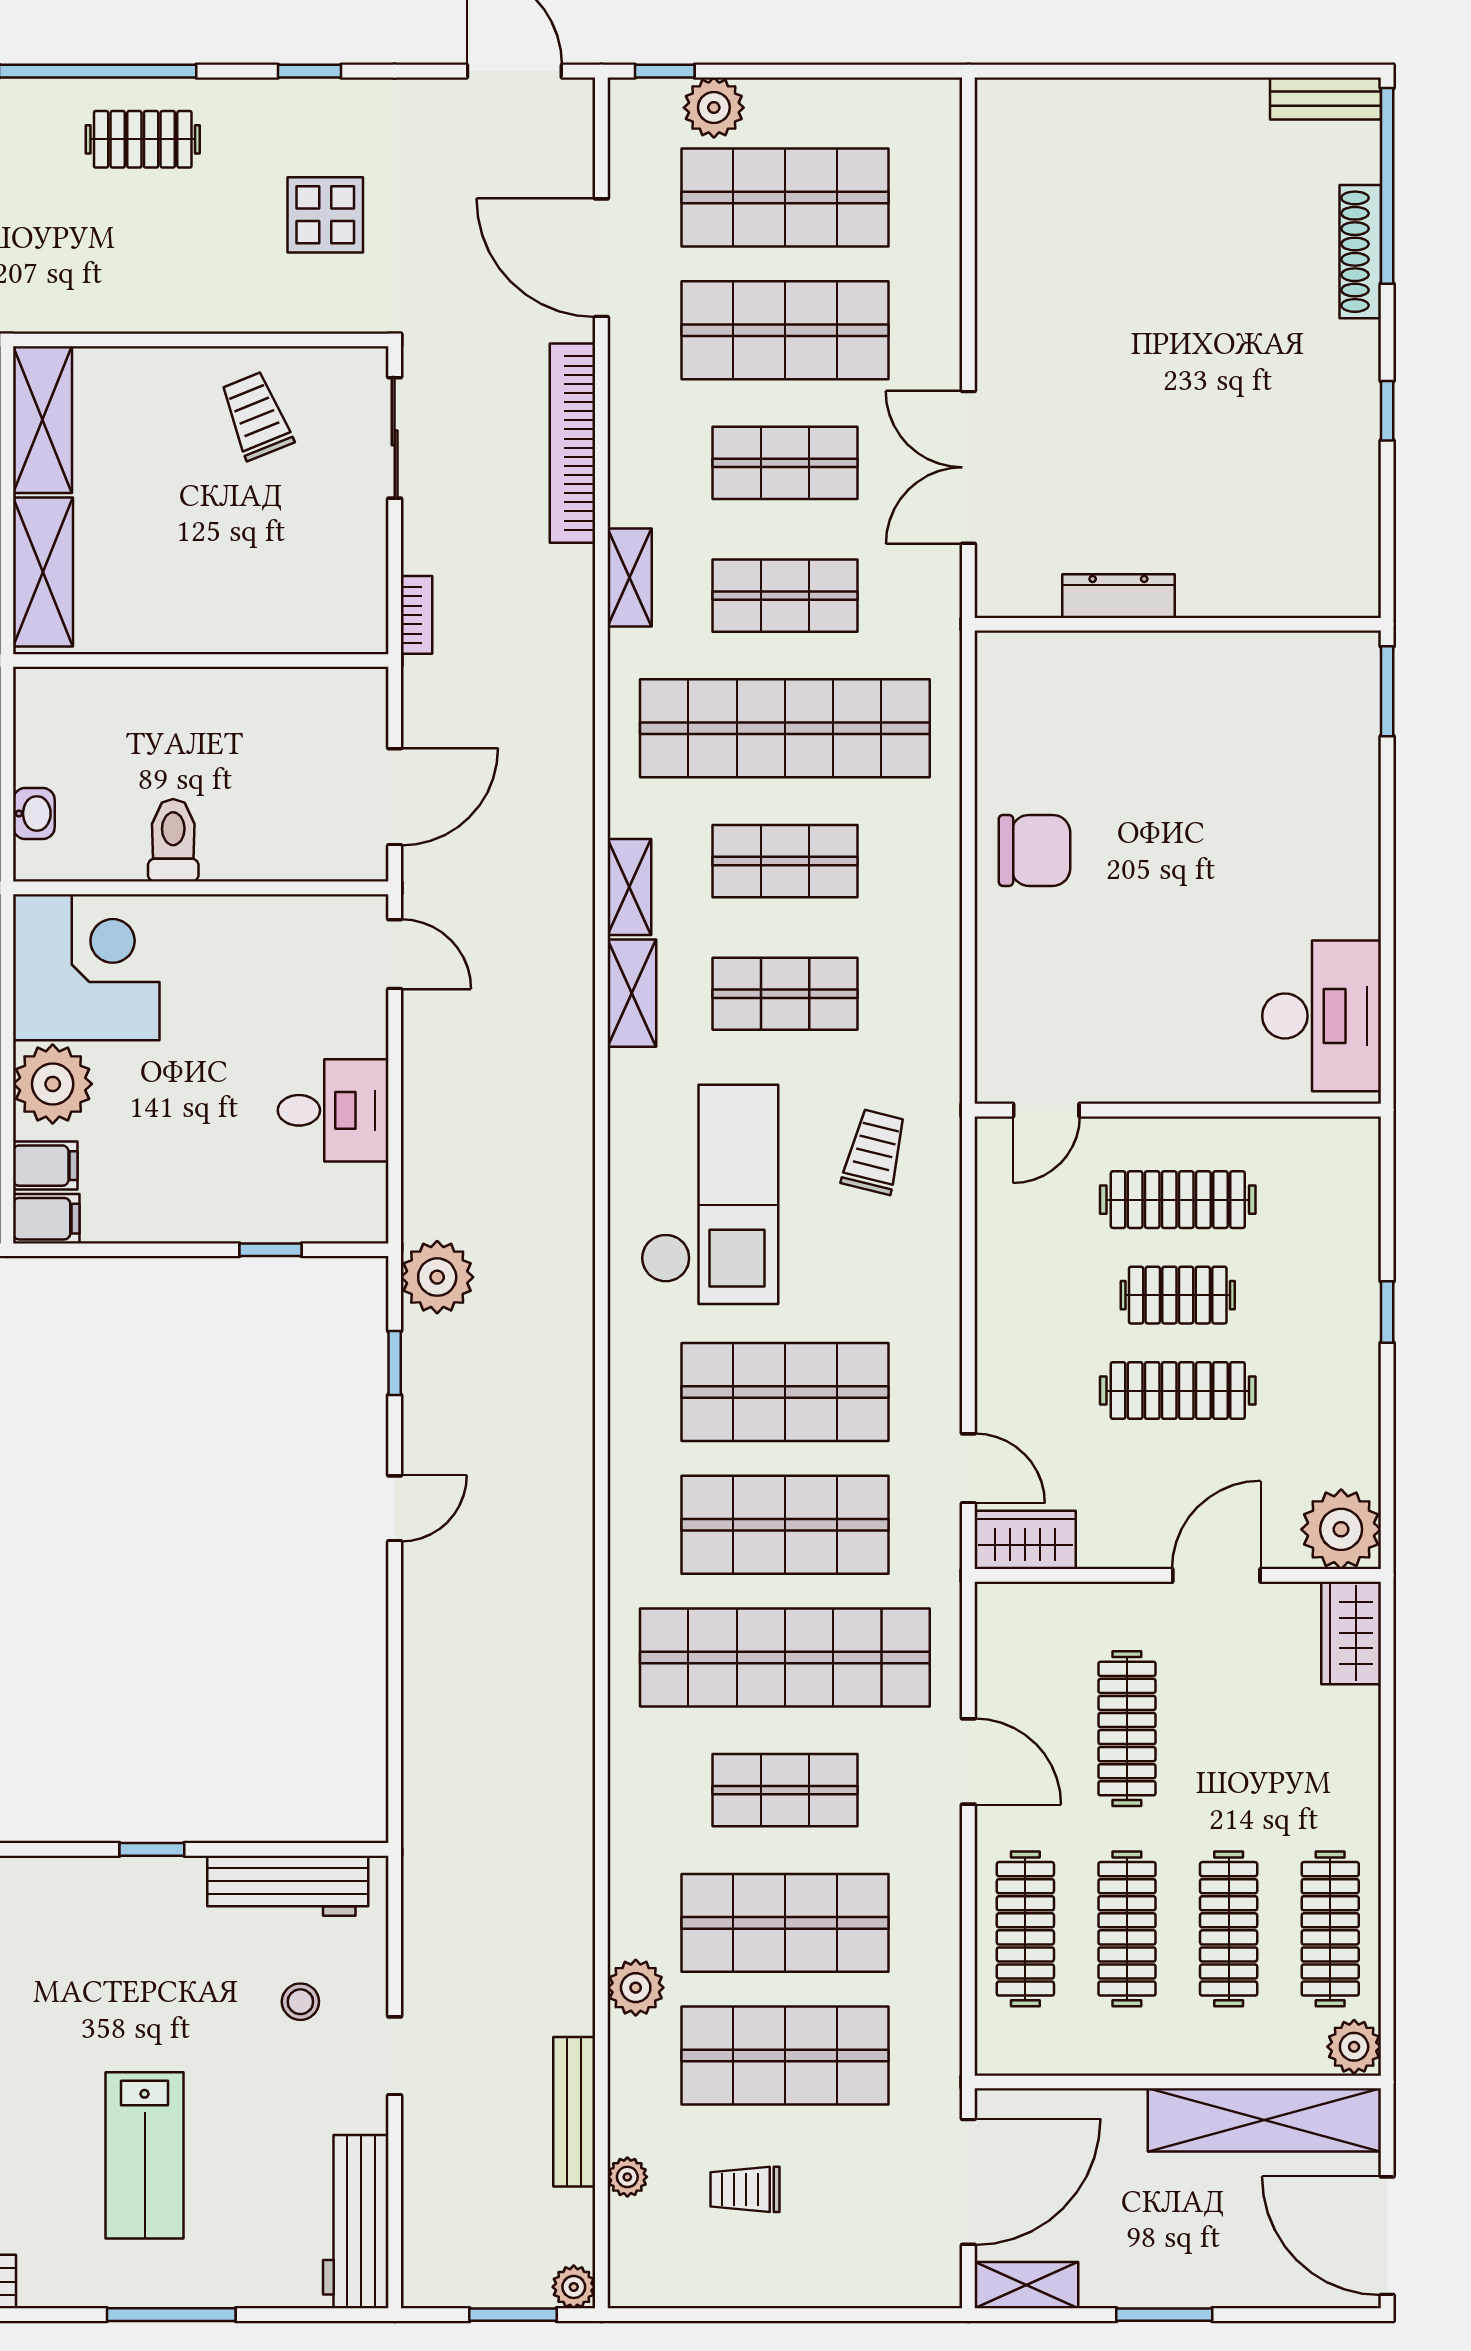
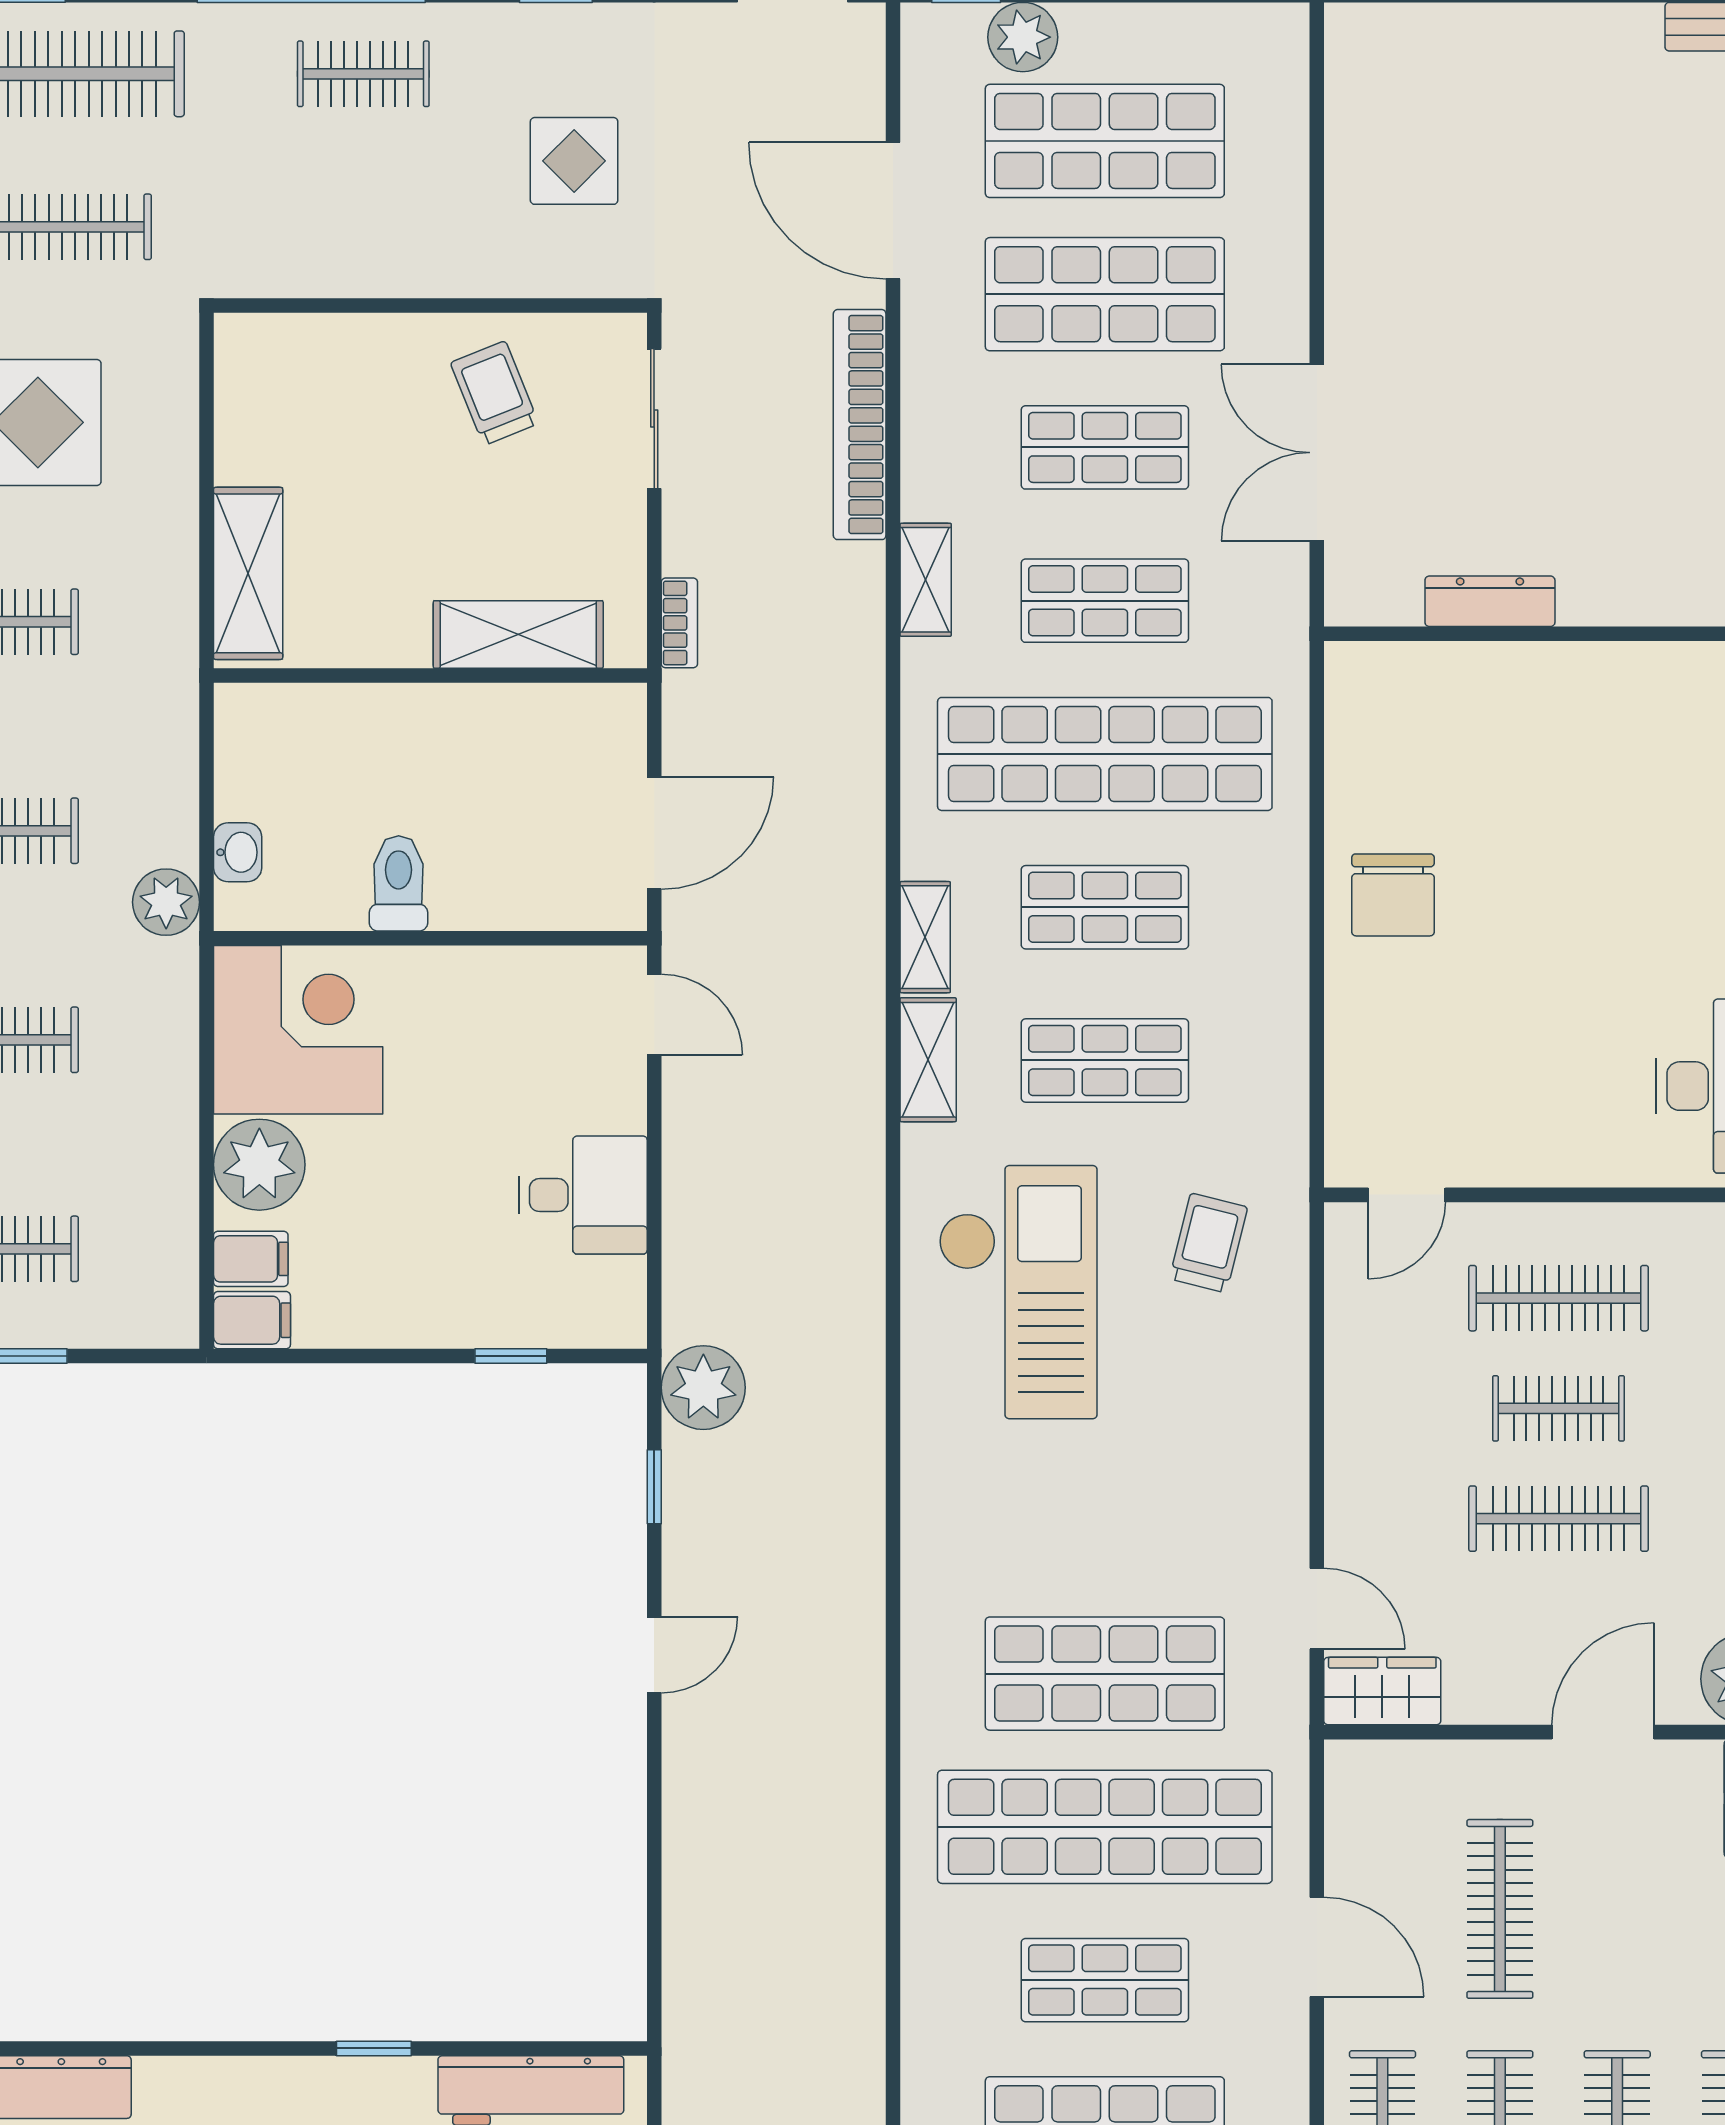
shelving: (43, 420) -> (518, 634), moved, turned 90
chair: (1034, 850) -> (1393, 895), turned 90
shop shelf: (785, 1392) -> (1105, 1520), removed

